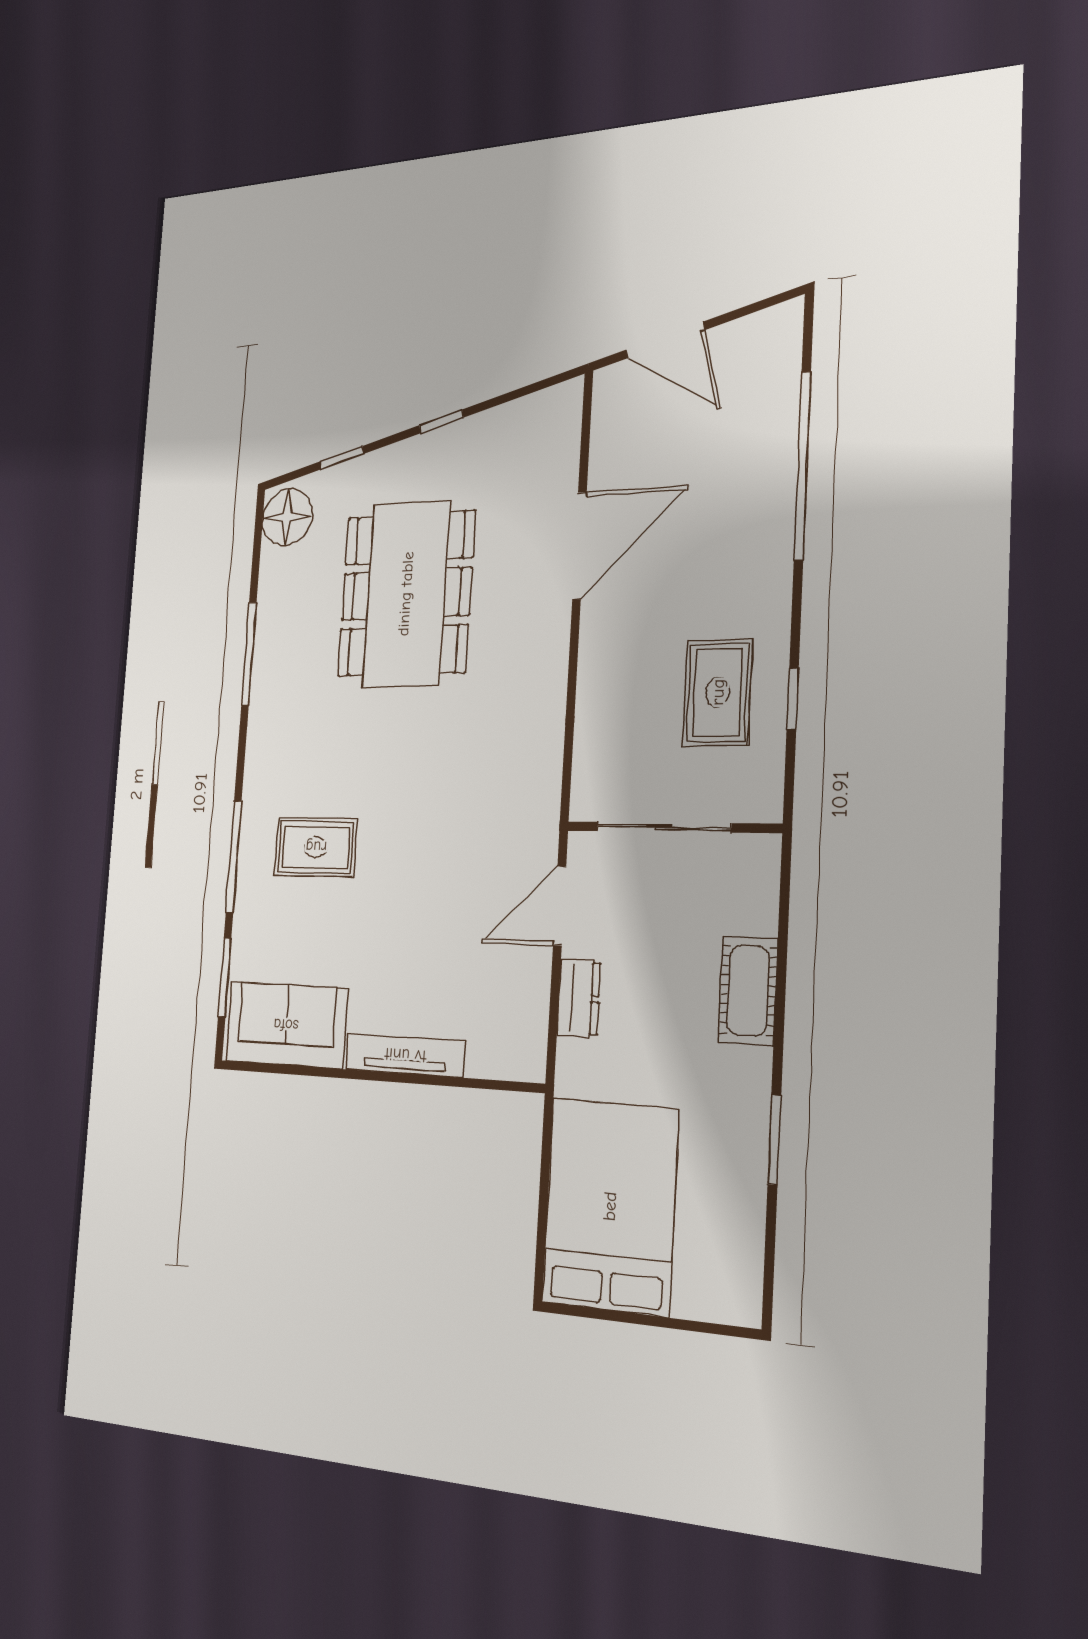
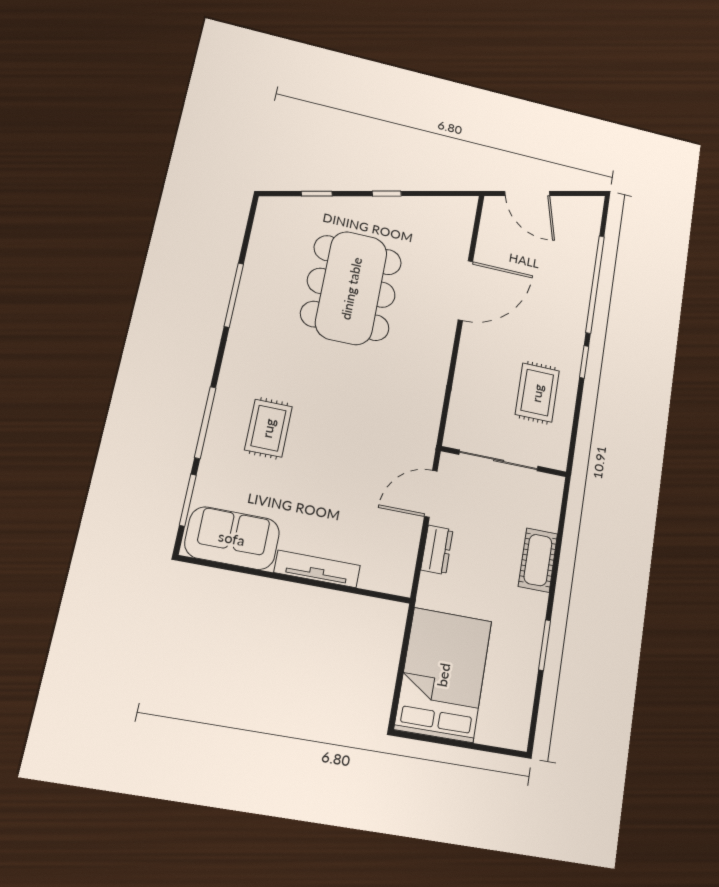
floor lamp: (287, 517) -> (273, 218), removed
window: (793, 699) -> (584, 362), moved
rug: (316, 847) -> (268, 428), turned 90

